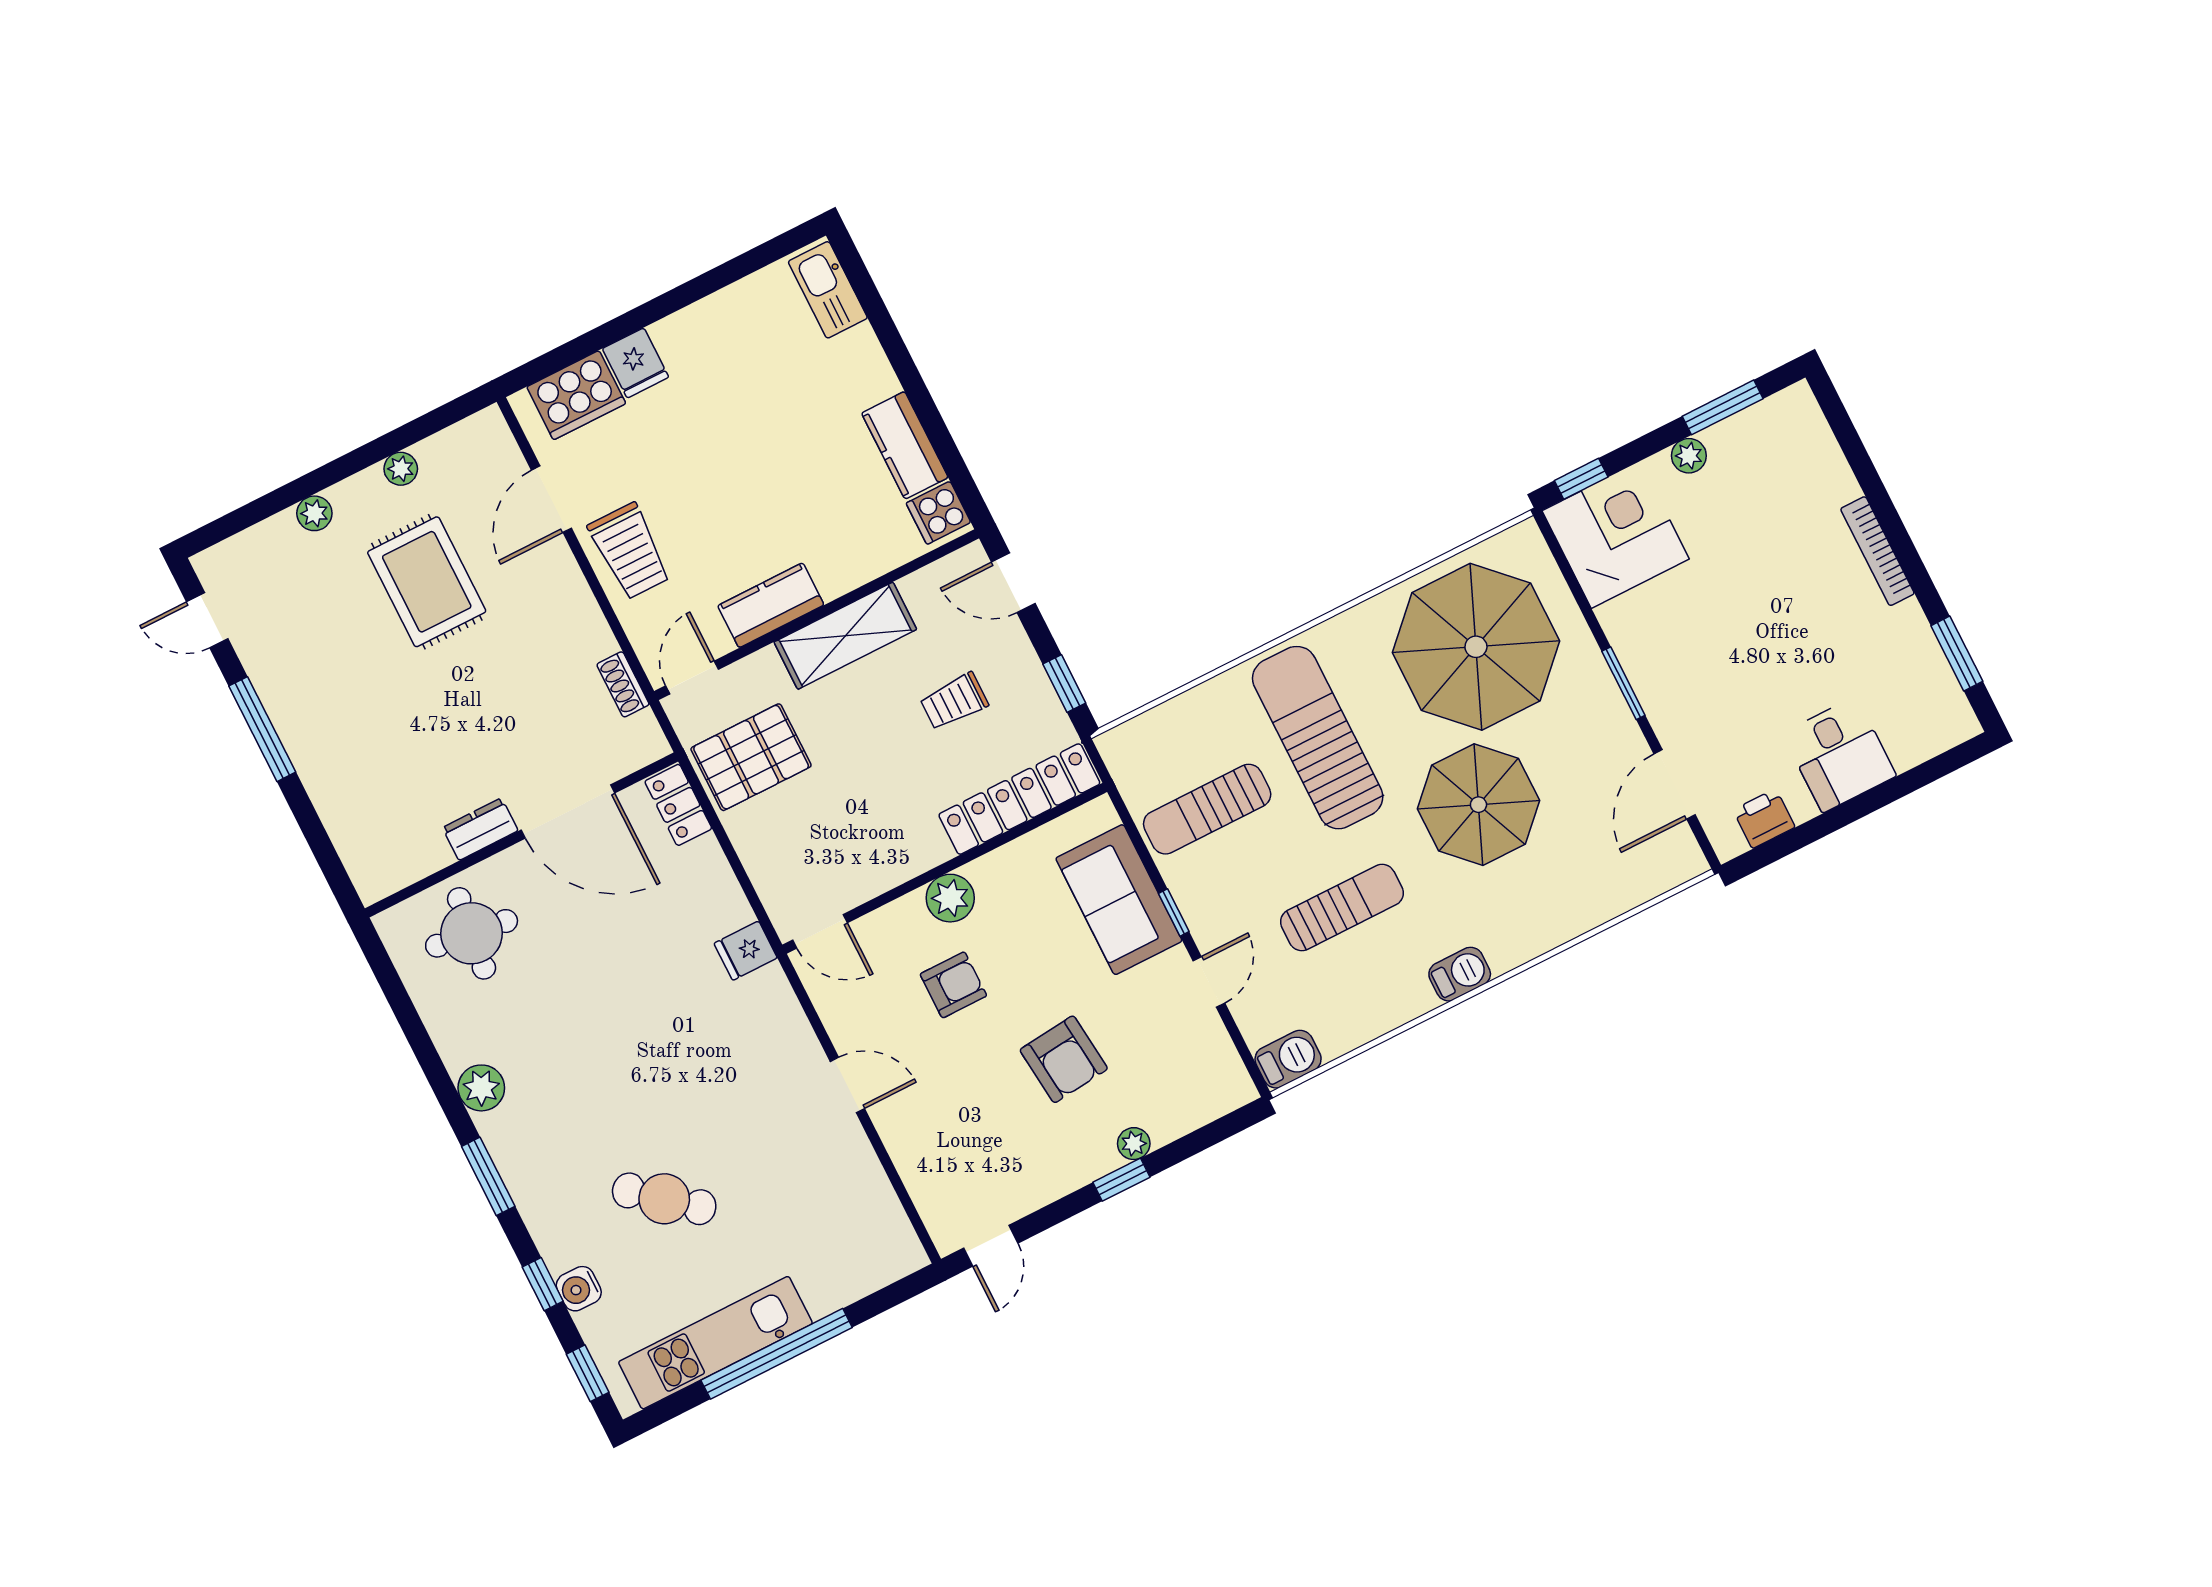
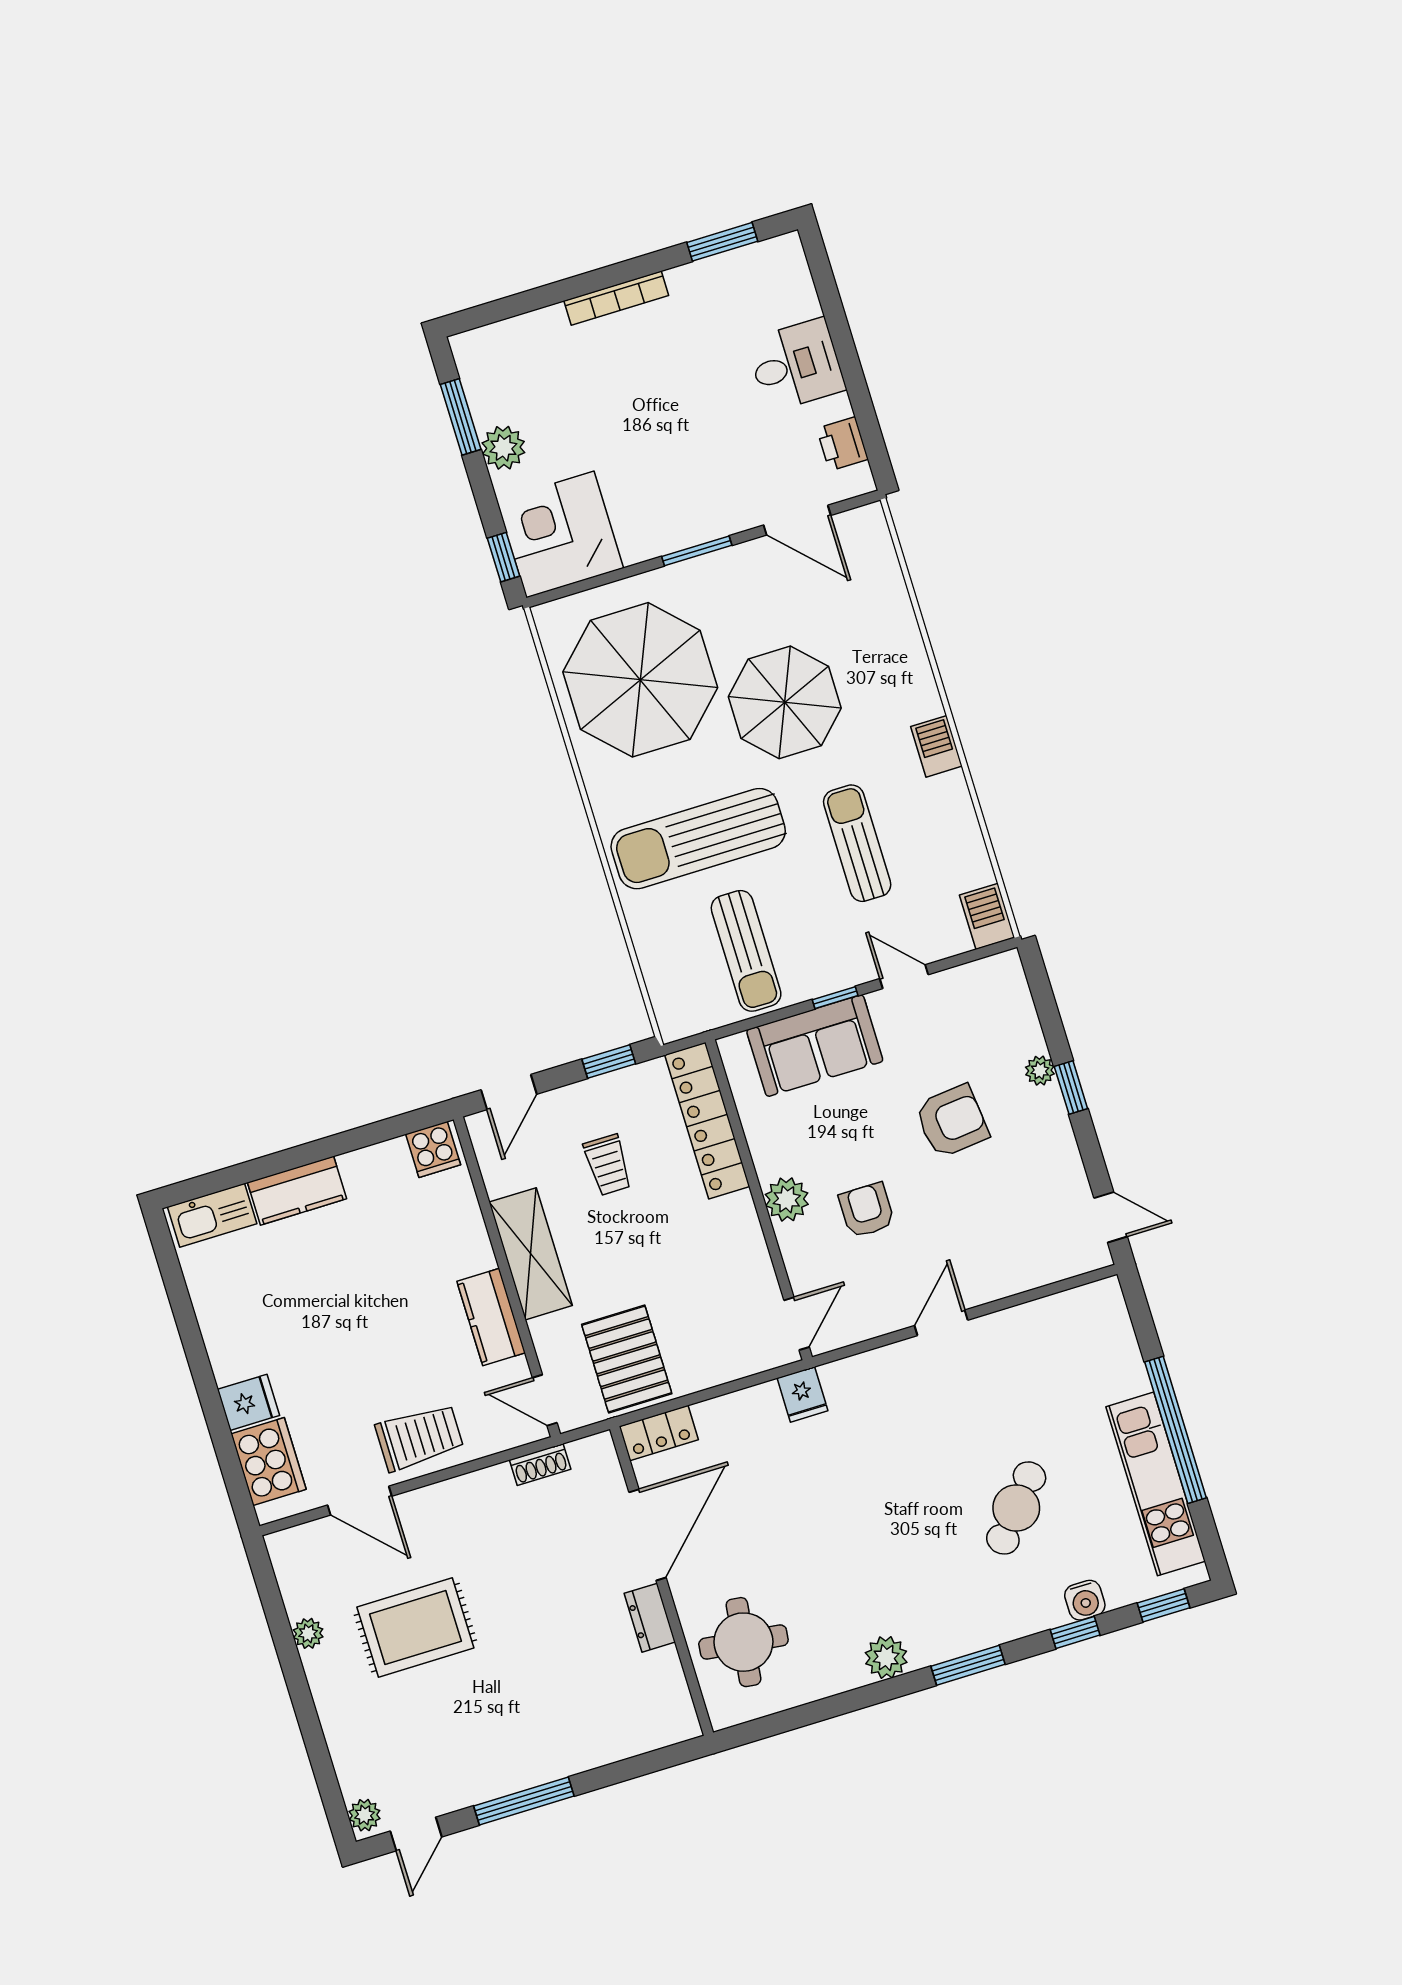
kitchen counter: (905, 445) -> (297, 1191), moved
plant: (1689, 456) -> (503, 448), width x1.38, depth x1.38
plant: (314, 513) -> (365, 1815), moved

